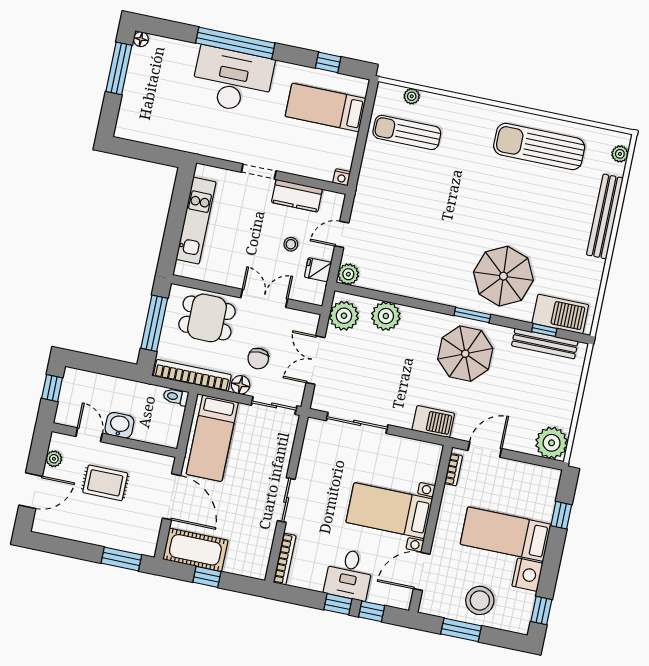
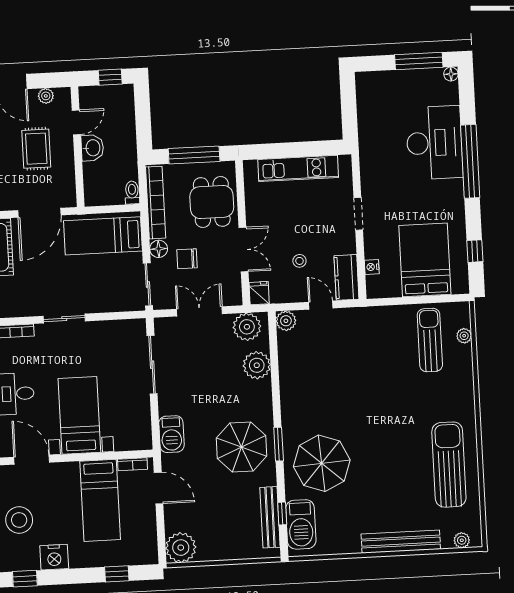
desk: (232, 80) -> (434, 143), moved
bed: (325, 107) -> (425, 260), width x1.50
nightstand: (342, 177) -> (372, 267), moved
kitchen counter: (297, 196) -> (347, 277), moved
fridge: (318, 270) -> (259, 293), moved
bed: (506, 534) -> (100, 500), moved, turned 180

